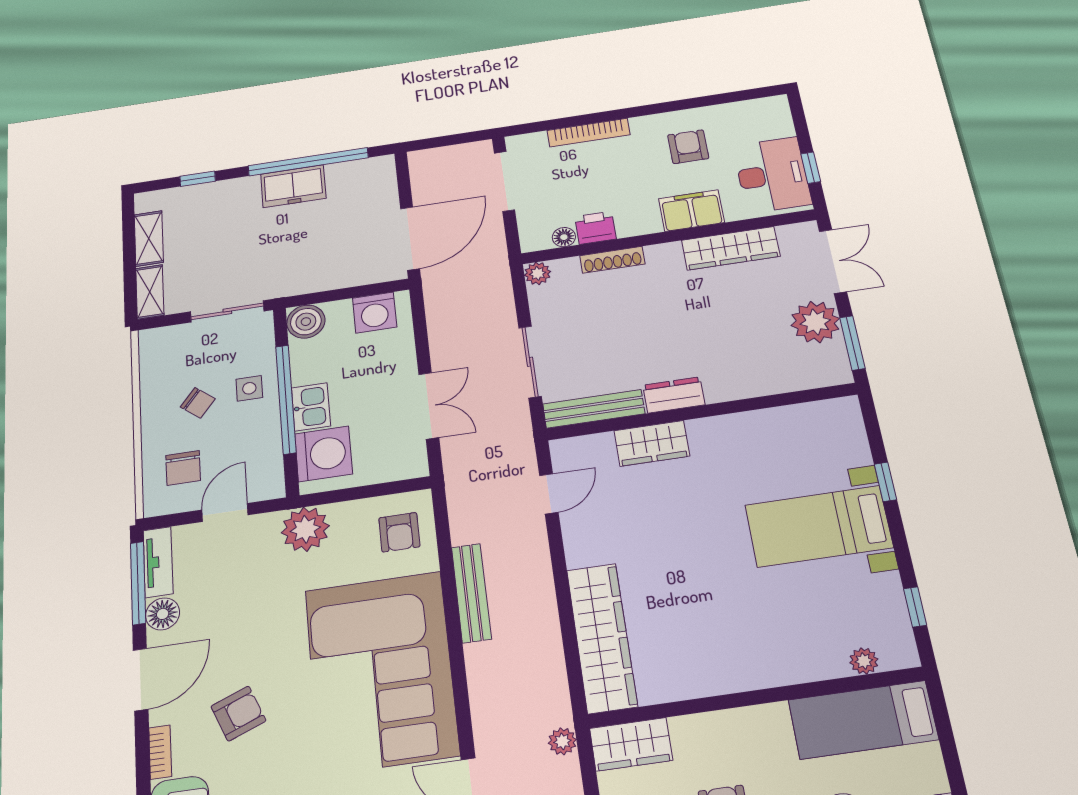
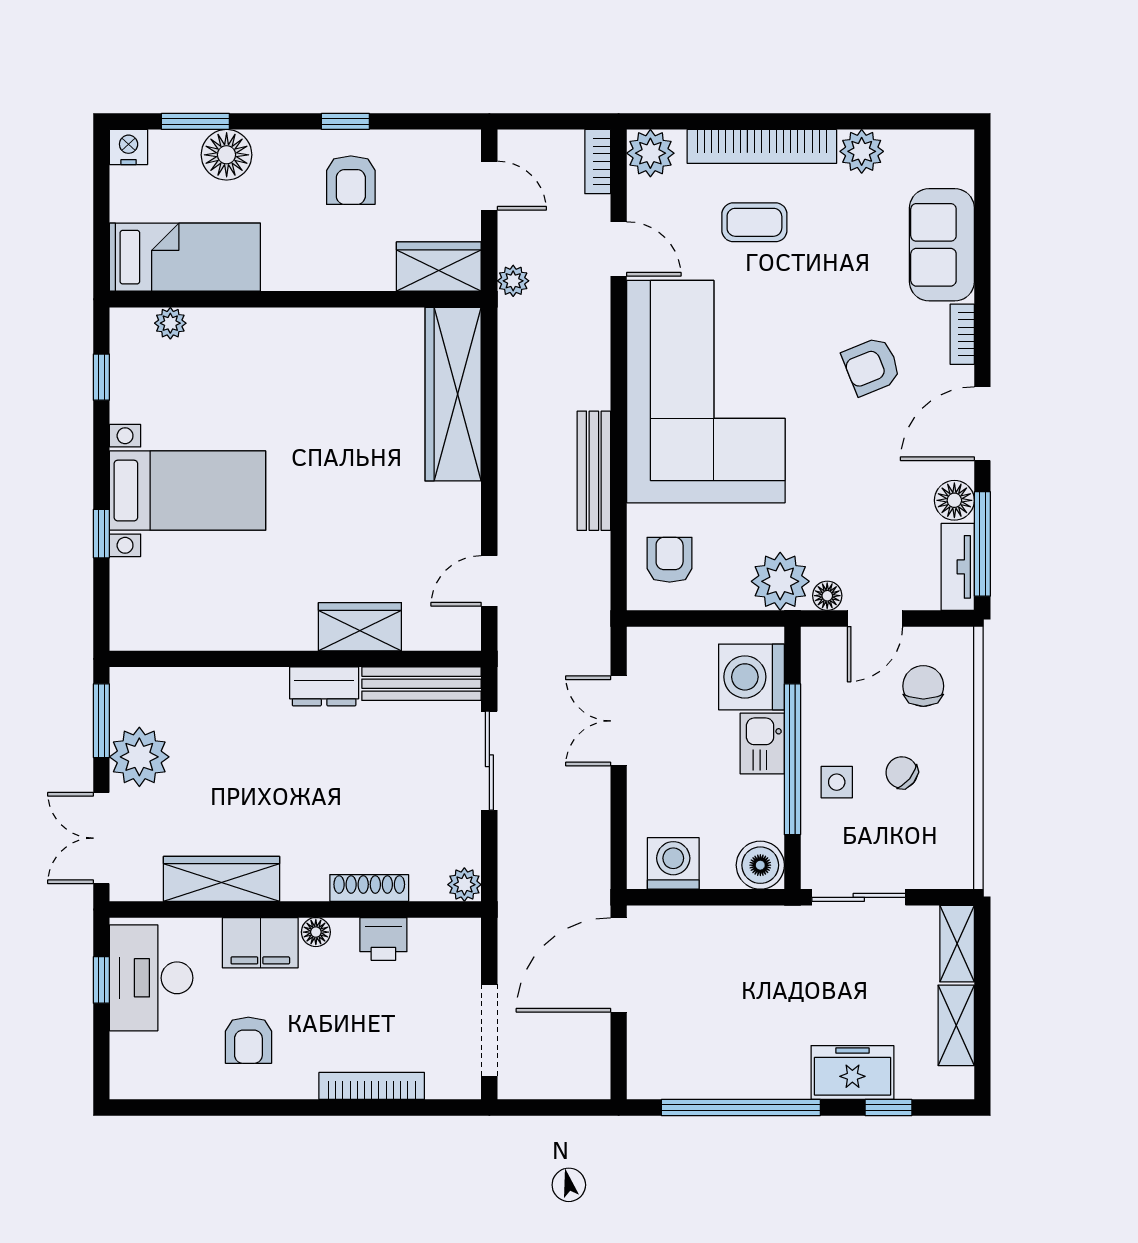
freezer: (293, 186) -> (852, 1072), moved
floor lamp: (564, 237) -> (316, 932), moved
floor lamp: (265, 524) -> (827, 596), added

